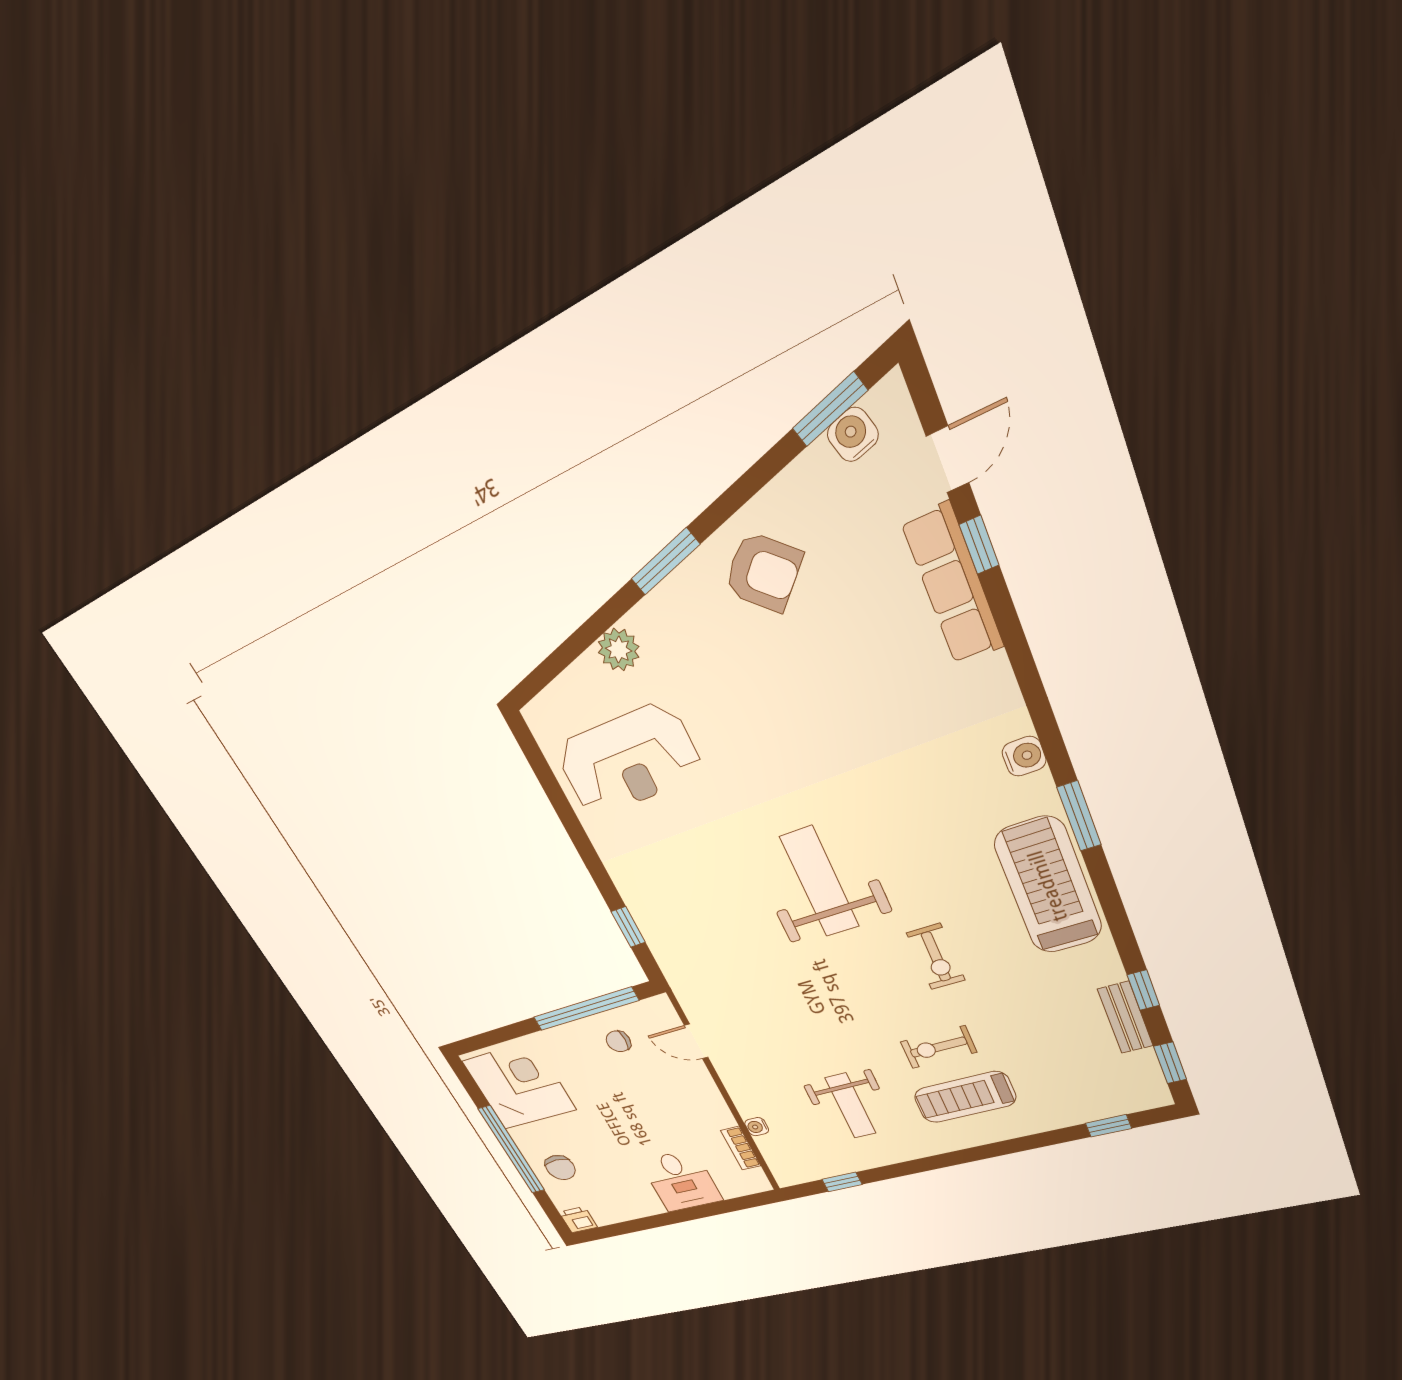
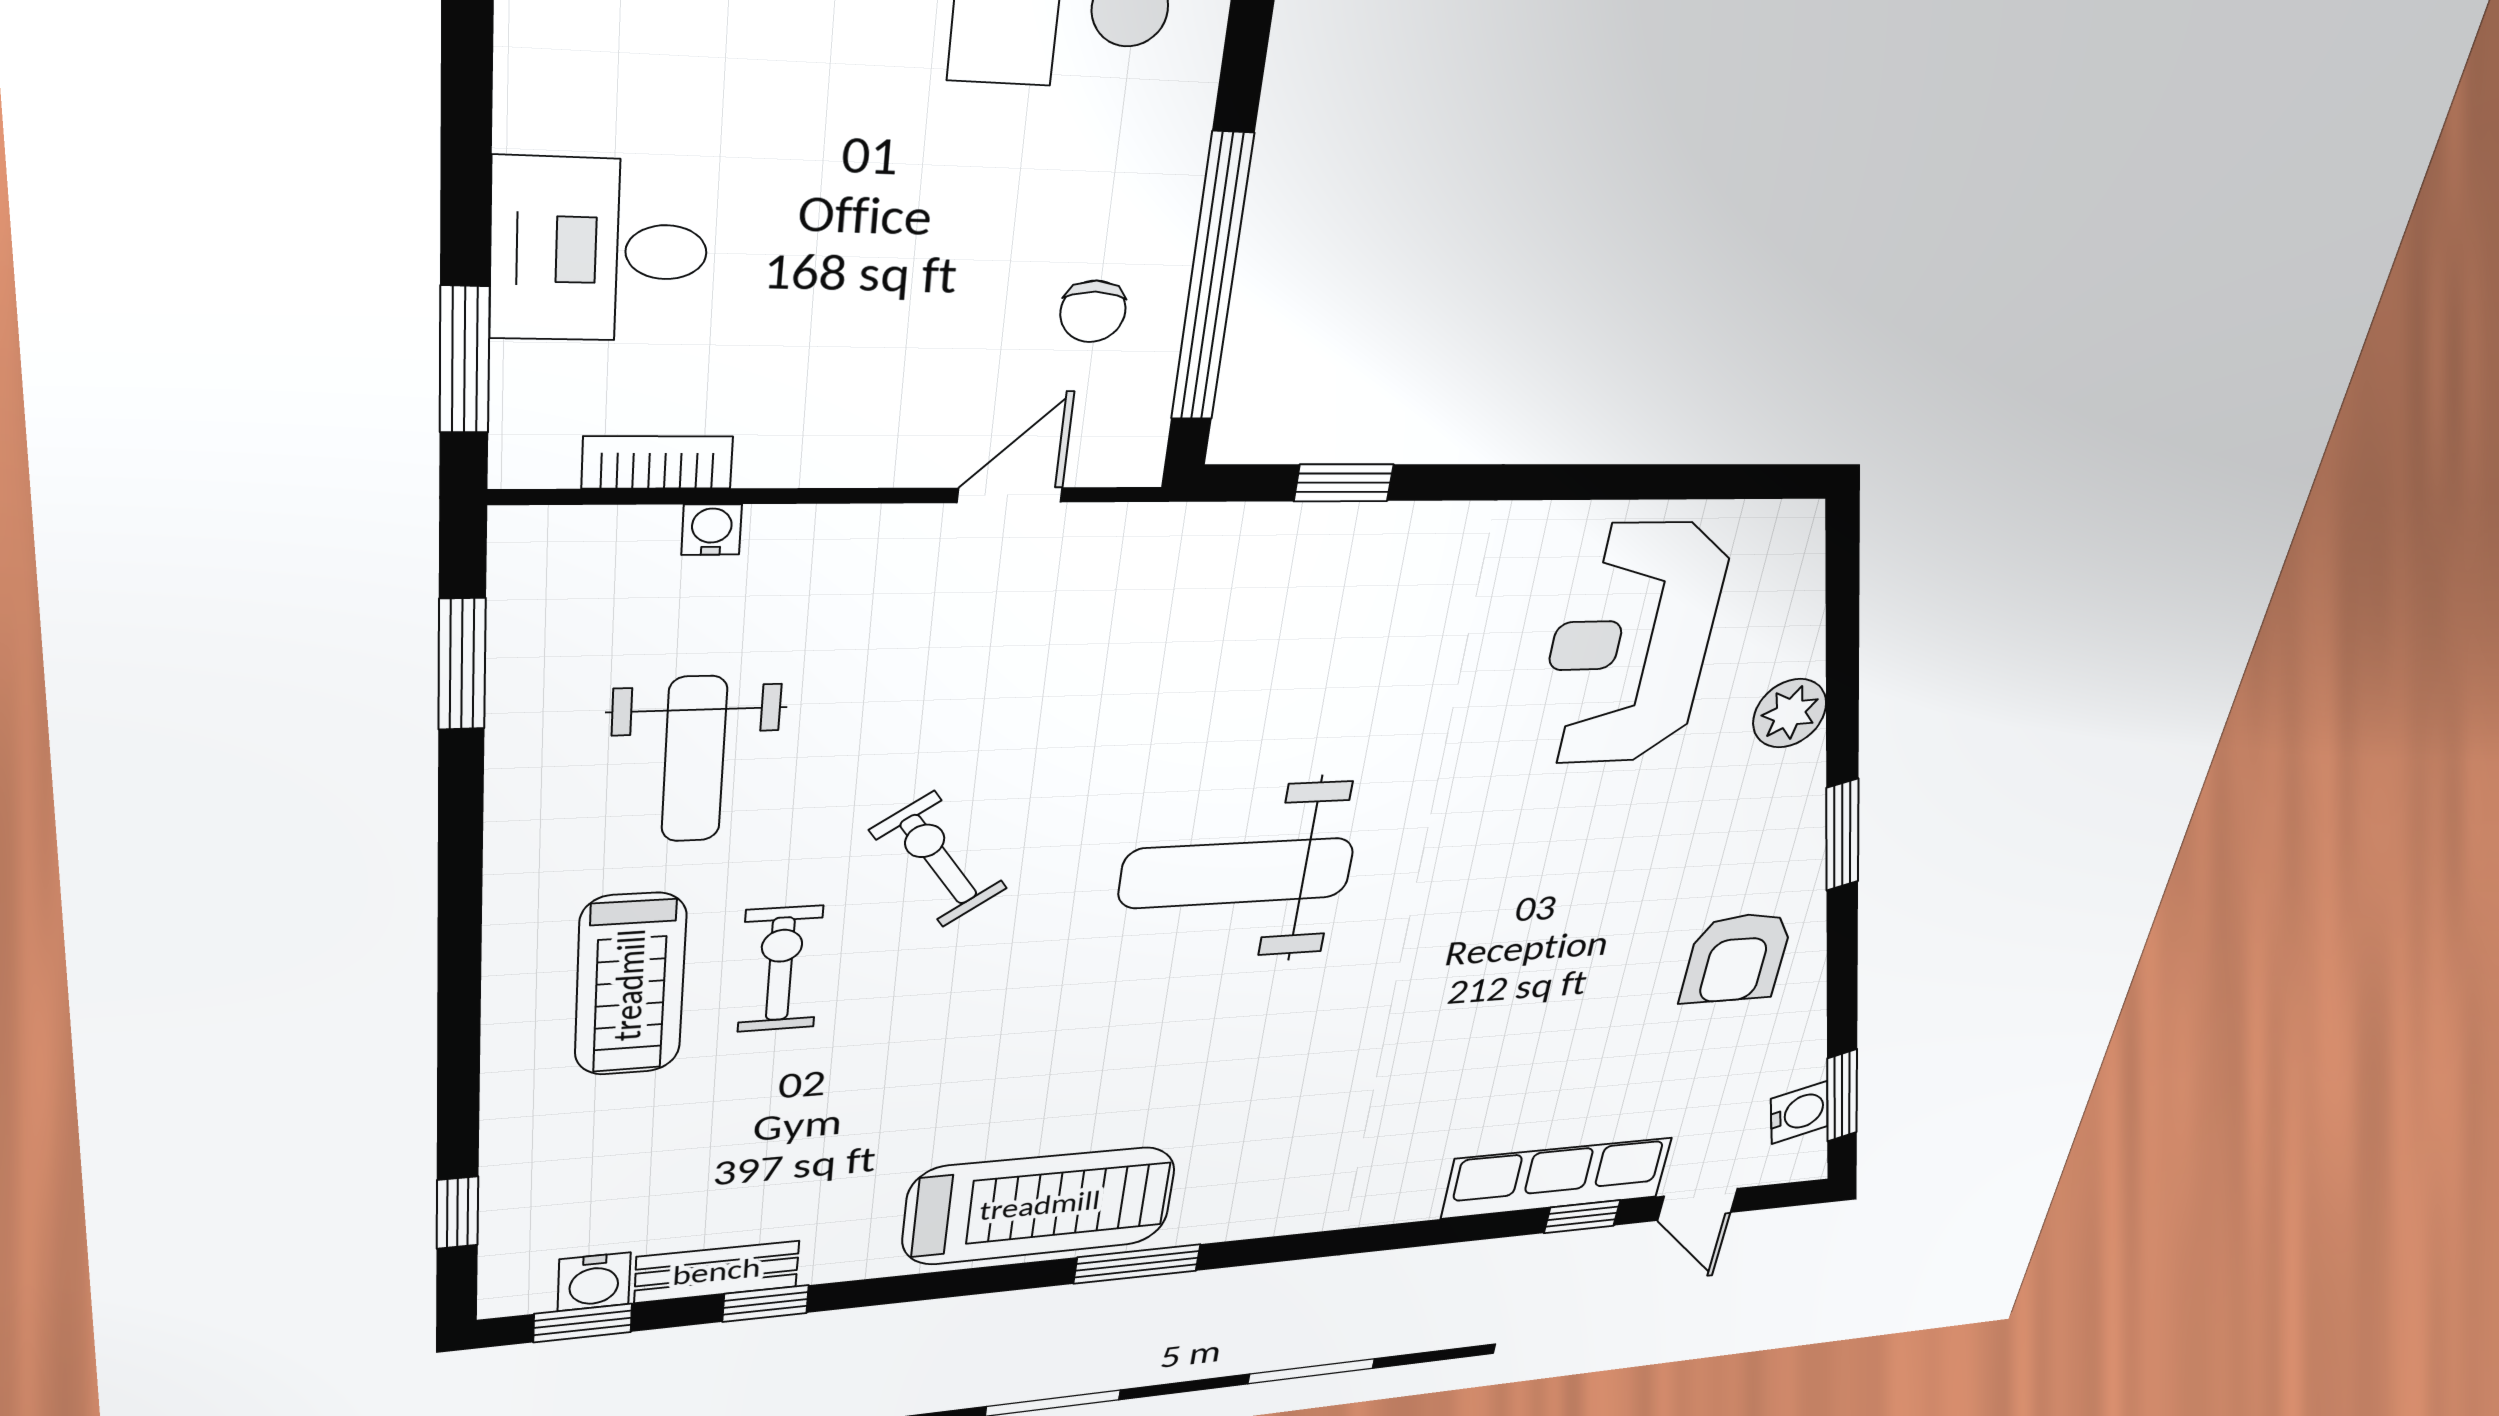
armchair: (763, 572) -> (1737, 958), turned -44
water cooler: (1024, 756) -> (594, 1282), moved
weight bench: (820, 882) -> (1237, 873), turned 180
exercise bike: (936, 957) -> (939, 859), moved, turned 55
chair: (618, 1041) -> (1093, 311), turned 180
treadmill: (965, 1097) -> (630, 985), turned 180
weight bench: (851, 1106) -> (694, 759), turned -90
window: (842, 1182) -> (462, 664), width x1.50
window: (734, 1205) -> (465, 360), added

